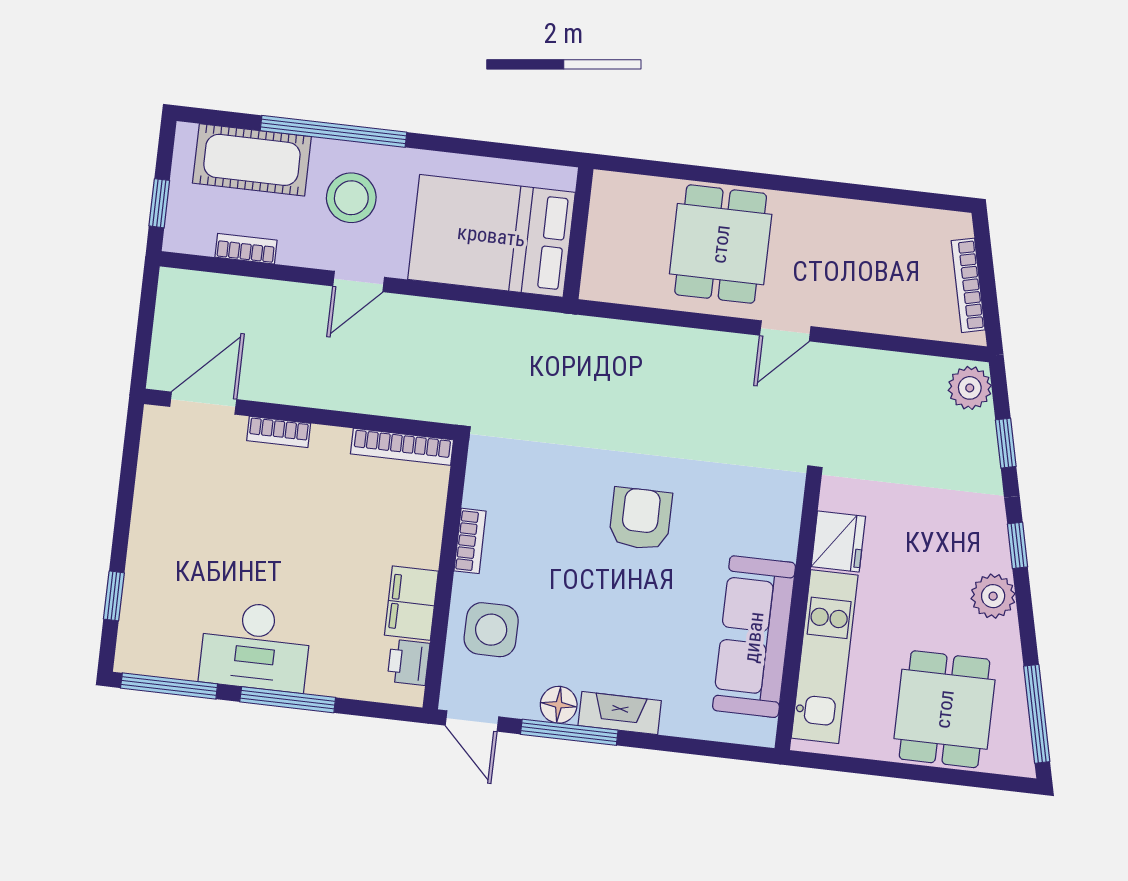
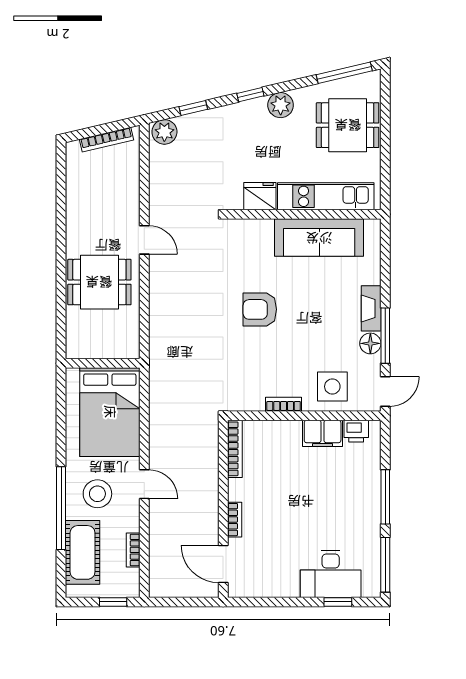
desk: (255, 646) -> (331, 574), moved, turned 90

